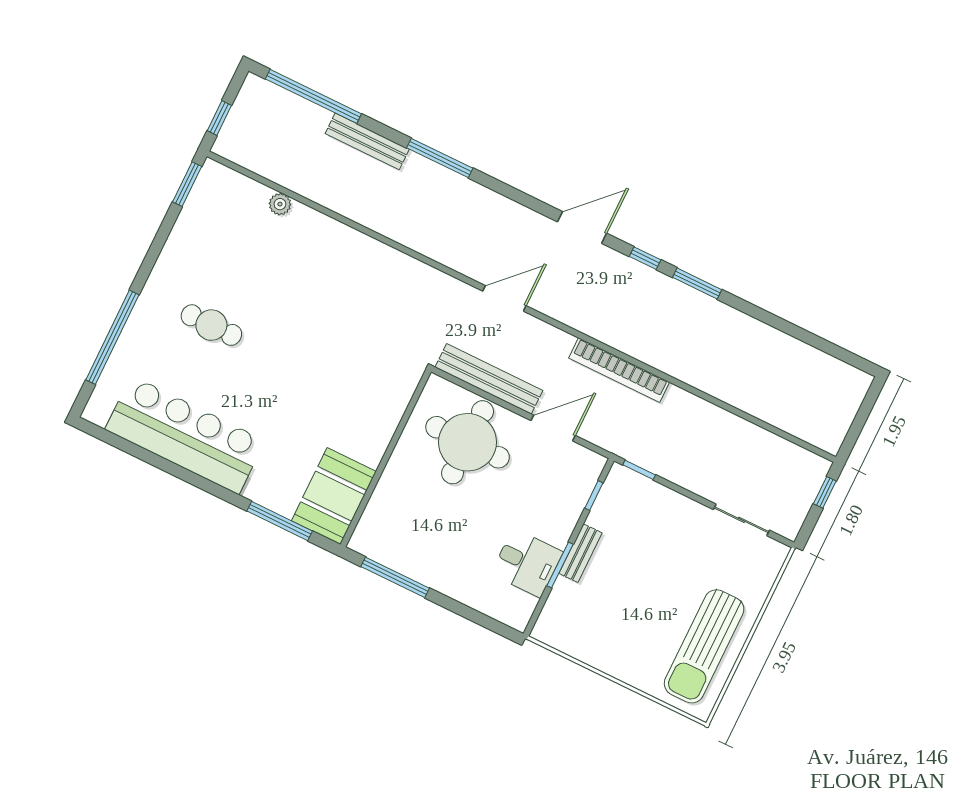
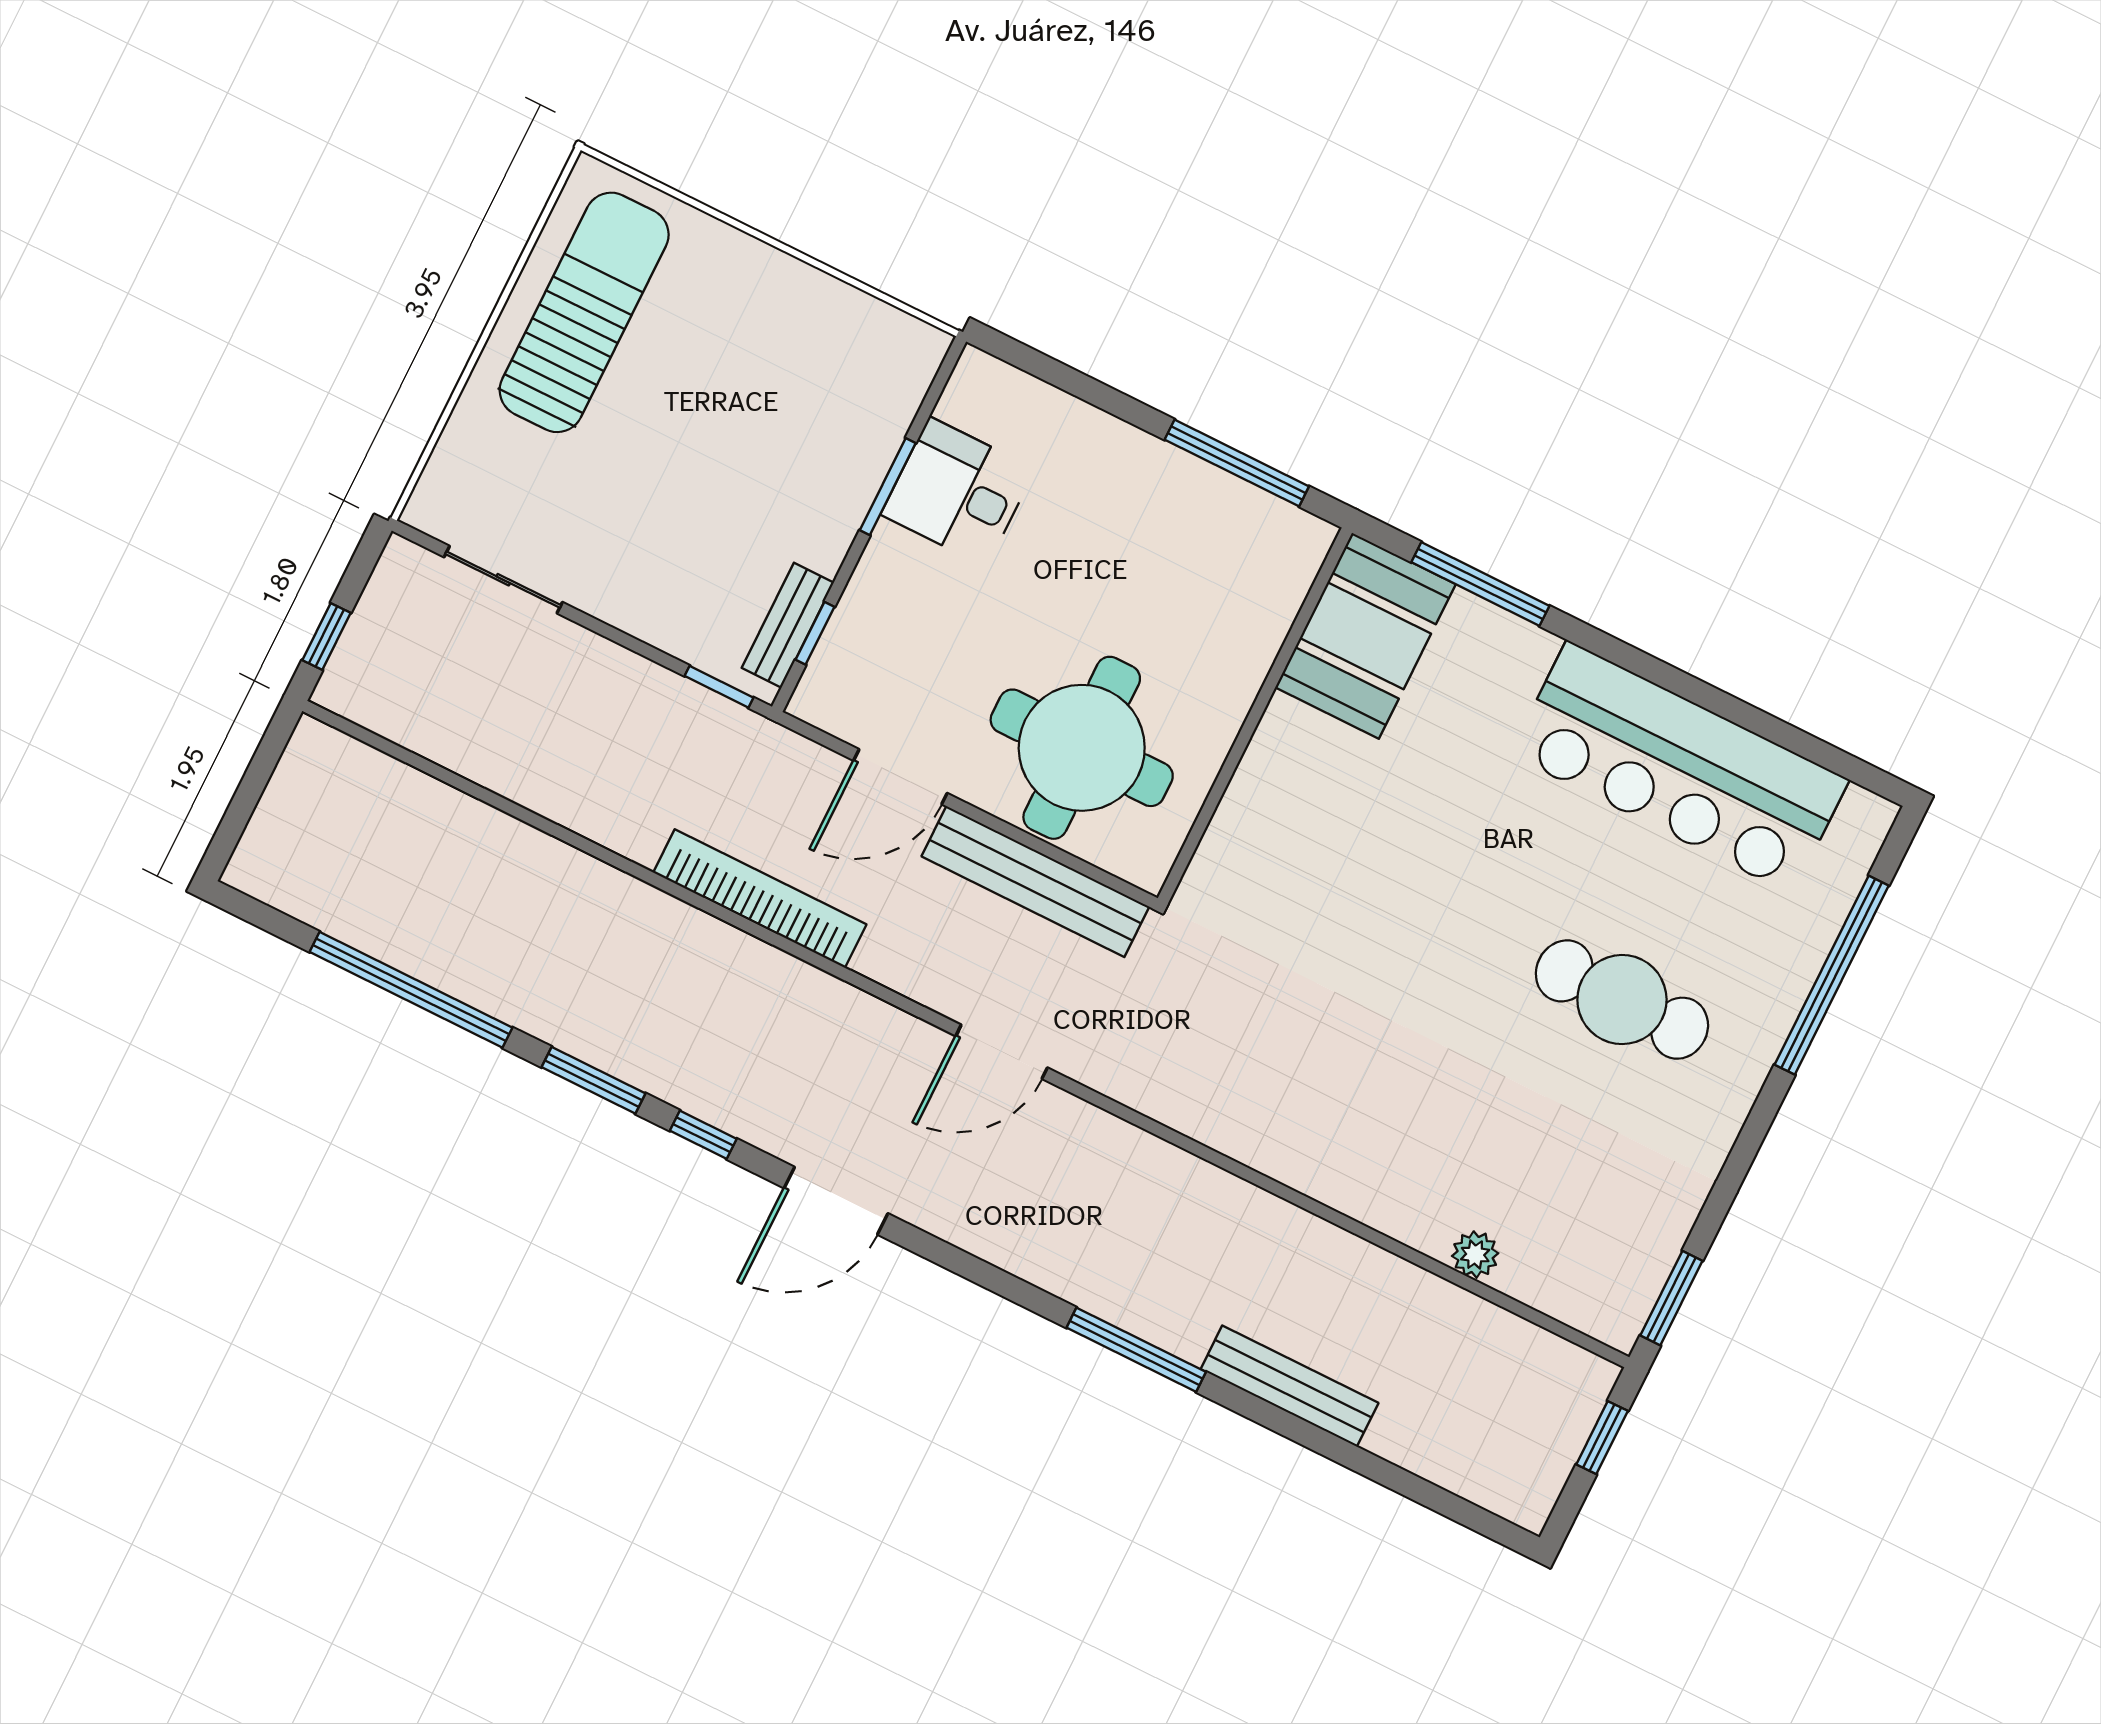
window: (313, 96) -> (411, 990), moved
cafe table: (211, 325) -> (1622, 1000), width x1.37, depth x1.35
bench: (581, 553) -> (788, 625), moved

